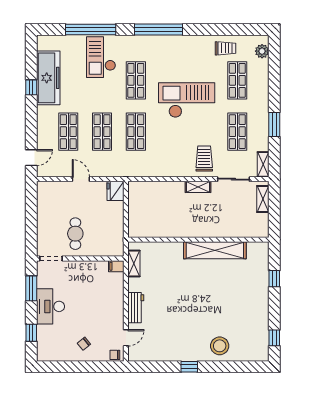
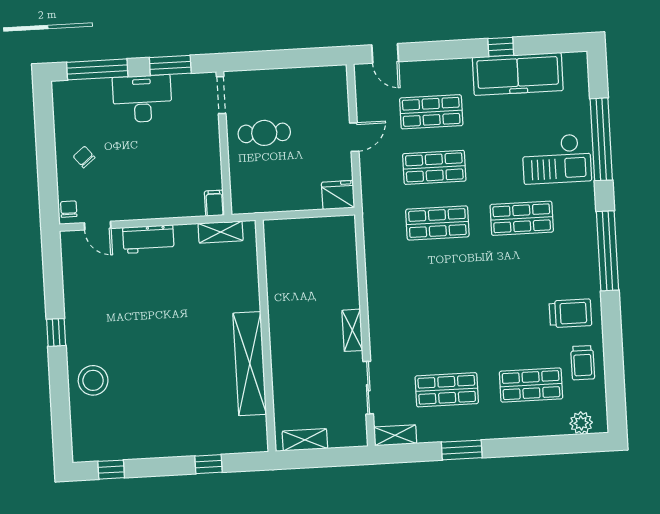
checkout: (101, 57) -> (557, 159), turned 180
checkout: (187, 100) -> (494, 303), removed
trolley: (204, 159) -> (570, 313), moved
shelving: (263, 199) -> (305, 440), moved
window: (31, 333) -> (97, 69), width x2.17

